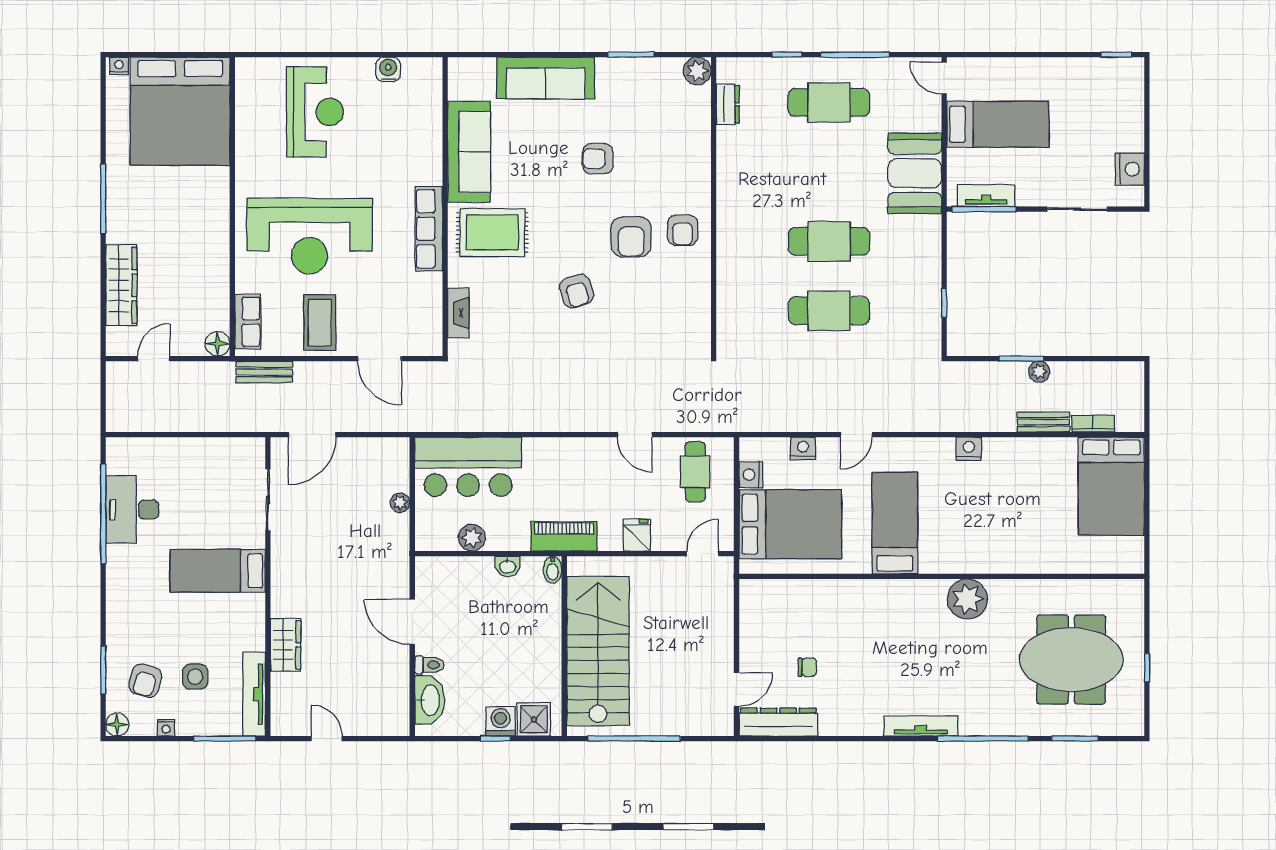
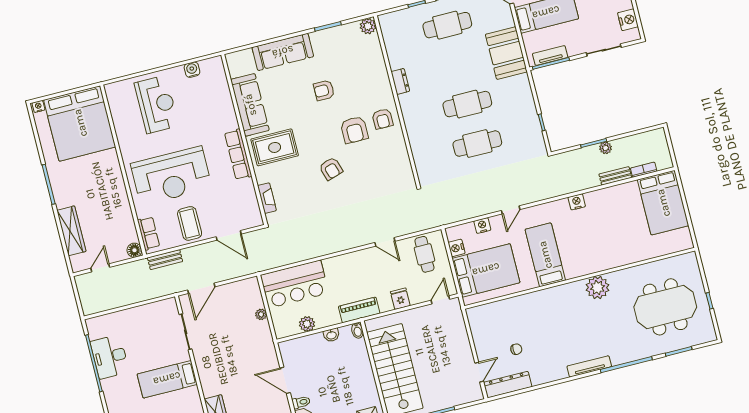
dresser: (728, 104) -> (400, 81), moved

